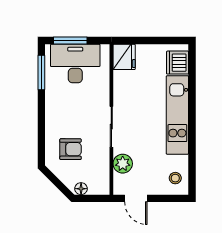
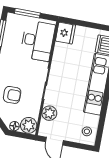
desk: (75, 64) -> (38, 41), moved, turned 90
plant: (99, 184) -> (29, 125), added

